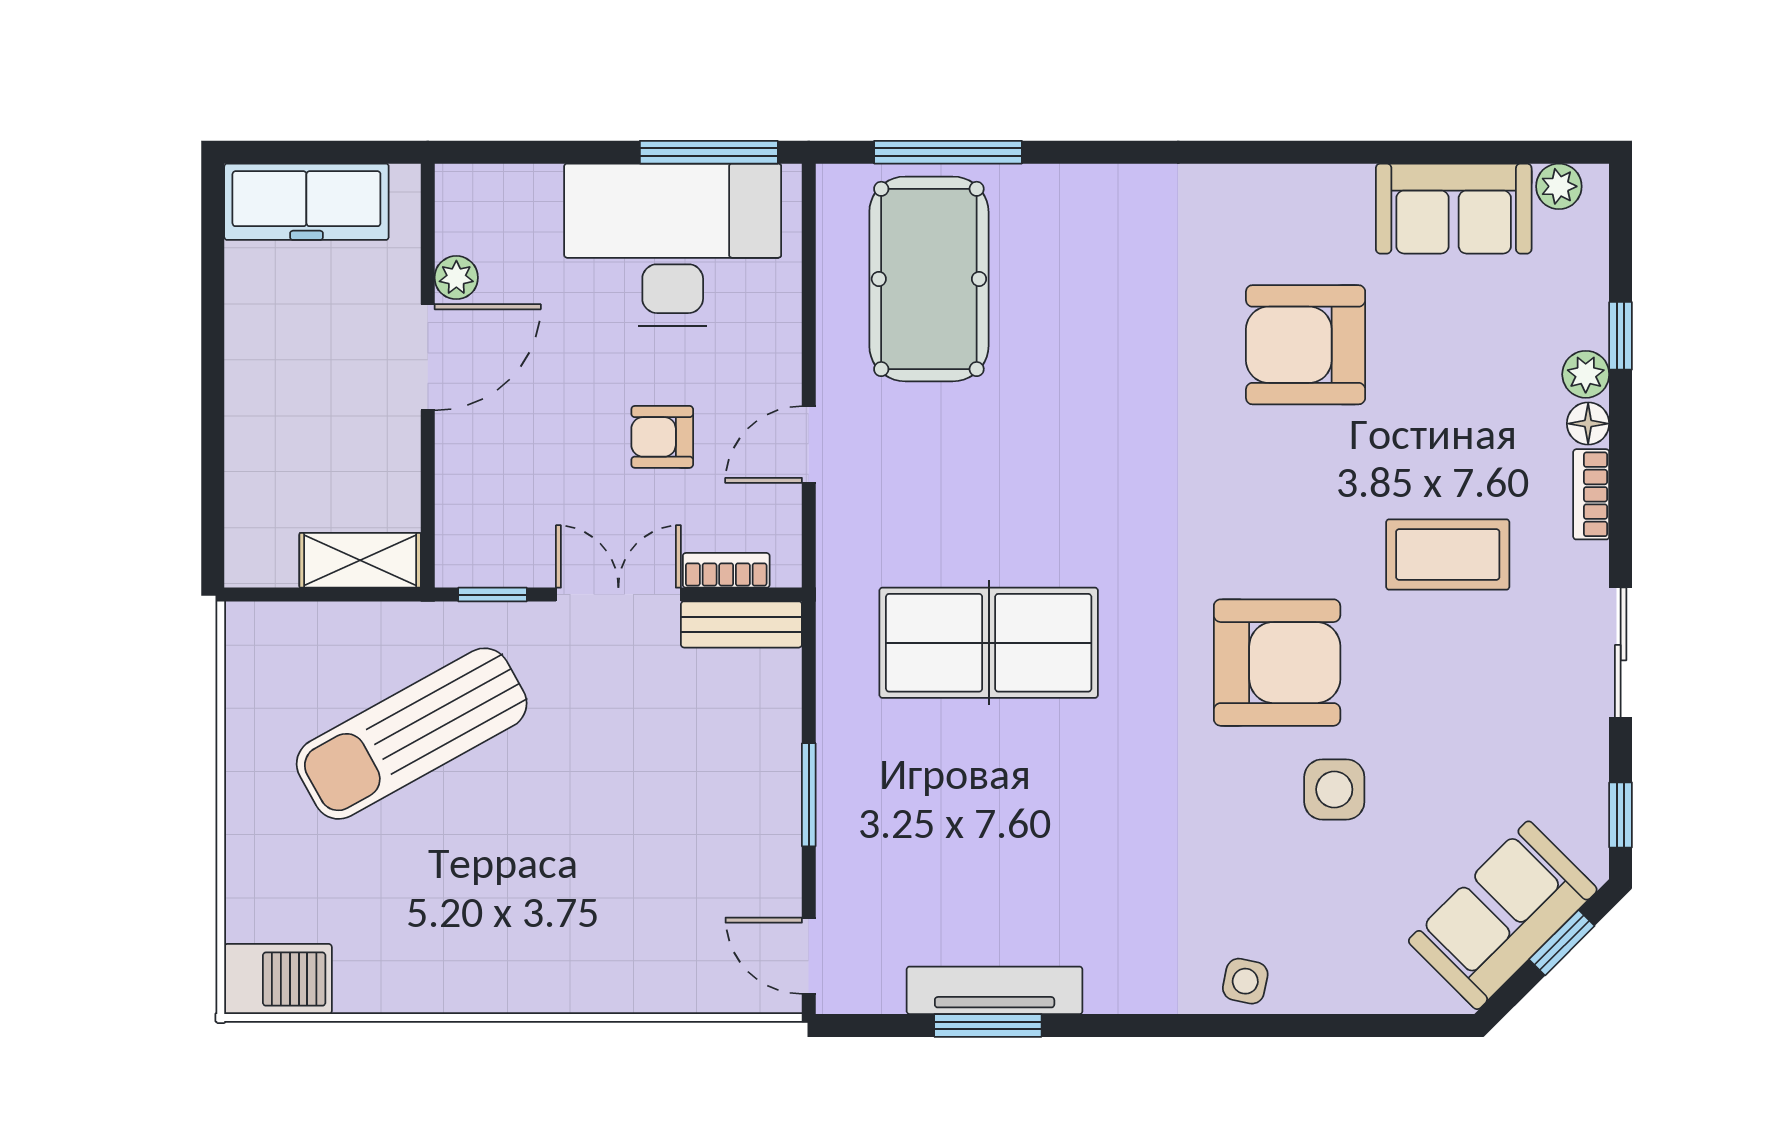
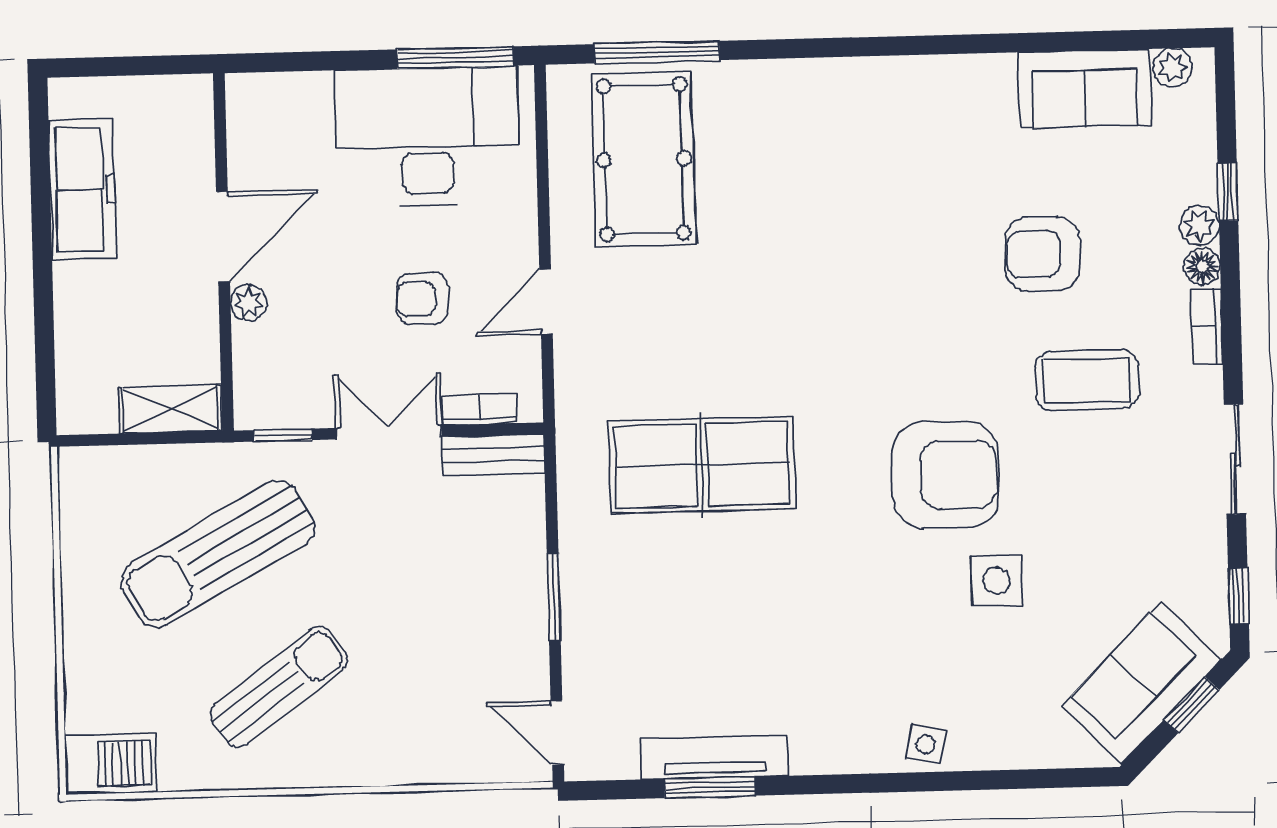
freezer: (306, 202) -> (82, 190), moved, turned -90
plant: (456, 278) -> (249, 303), moved
armchair: (1306, 345) -> (1043, 254), moved, width x0.73, depth x0.73
sun lounger: (480, 893) -> (279, 687), added

